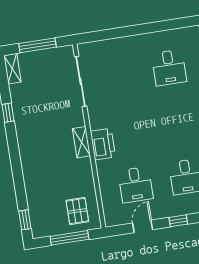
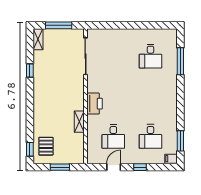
shelving: (81, 142) -> (79, 122), moved
pallet: (77, 211) -> (46, 146), moved
window: (69, 238) -> (60, 167), width x0.69

